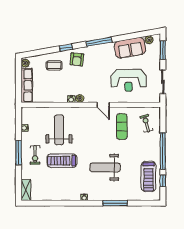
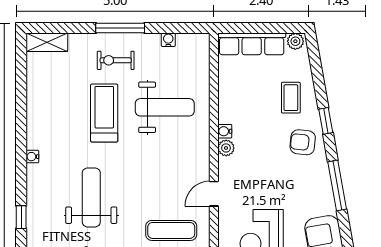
window: (115, 203) -> (21, 217), width x0.46

